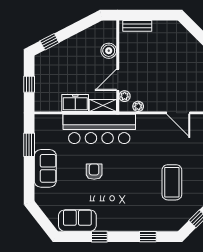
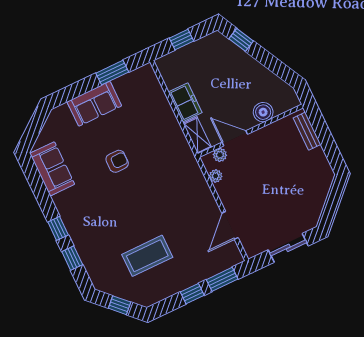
bar counter: (99, 129) -> (169, 144), removed
window: (99, 237) -> (58, 228), moved

